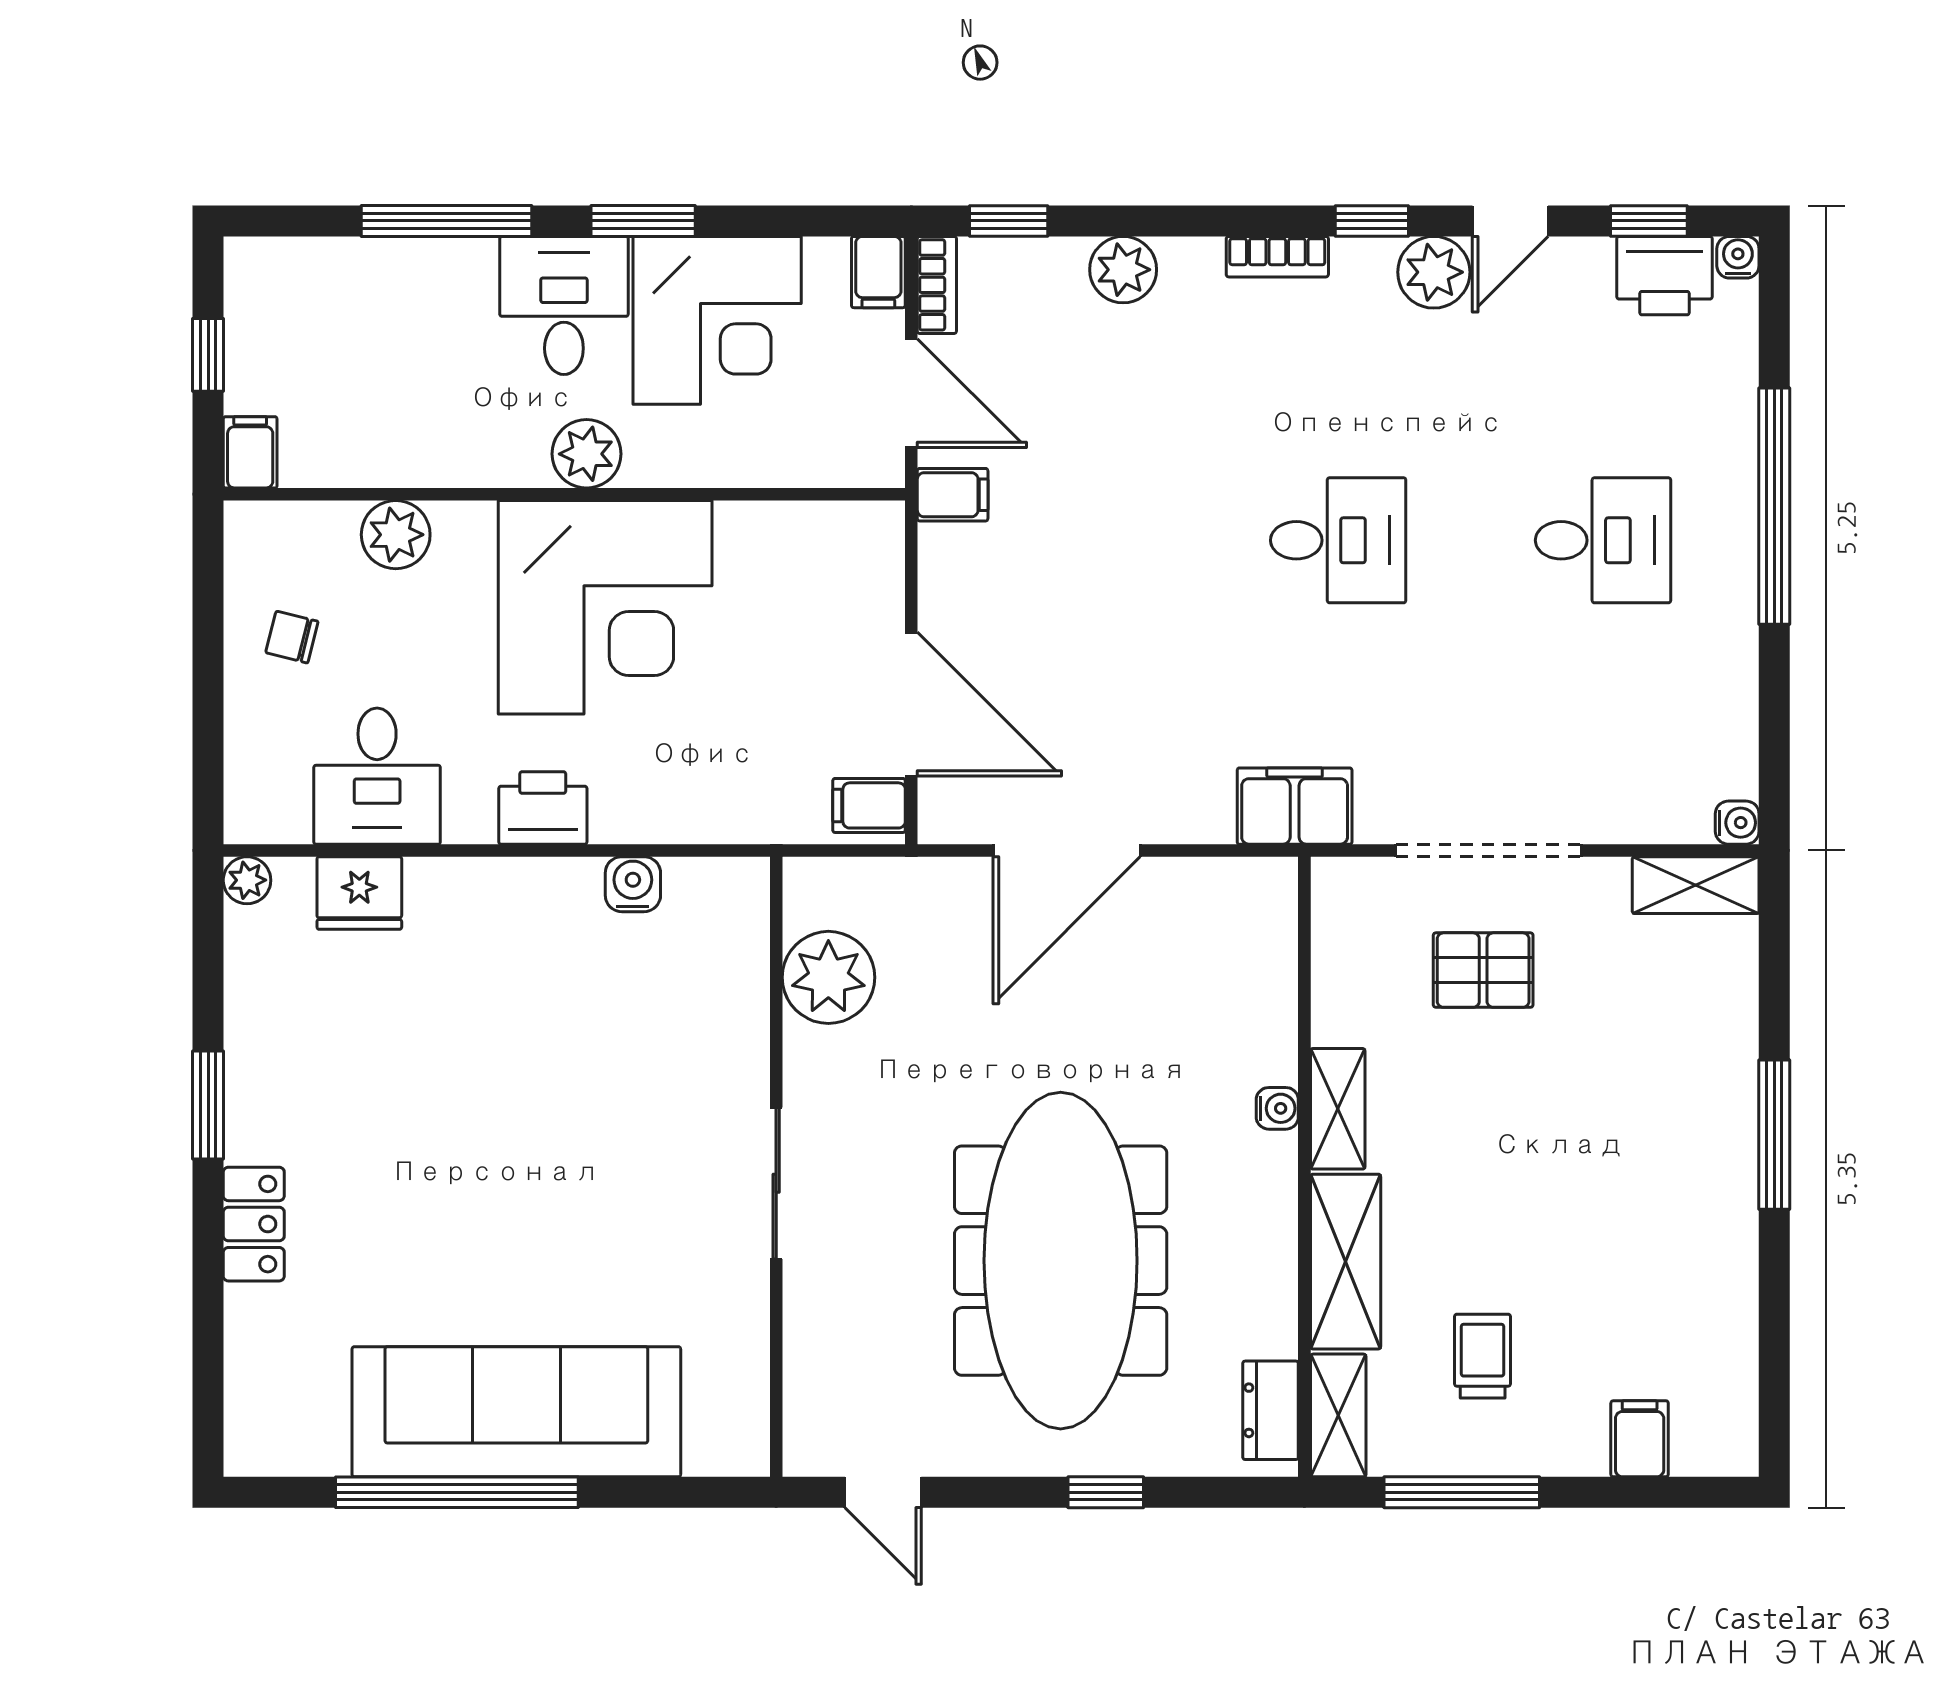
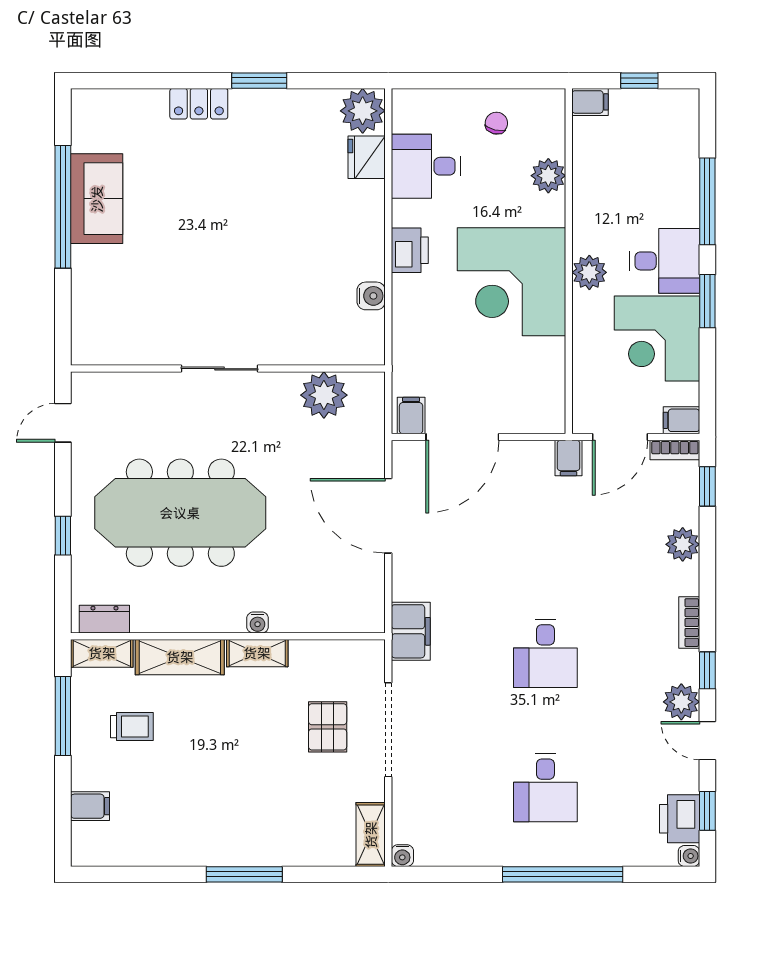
plant: (247, 880) -> (363, 111), width x1.88, depth x1.88
sofa: (516, 1412) -> (97, 199), width x0.54, depth x0.79

